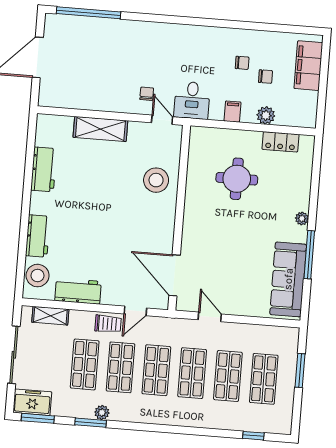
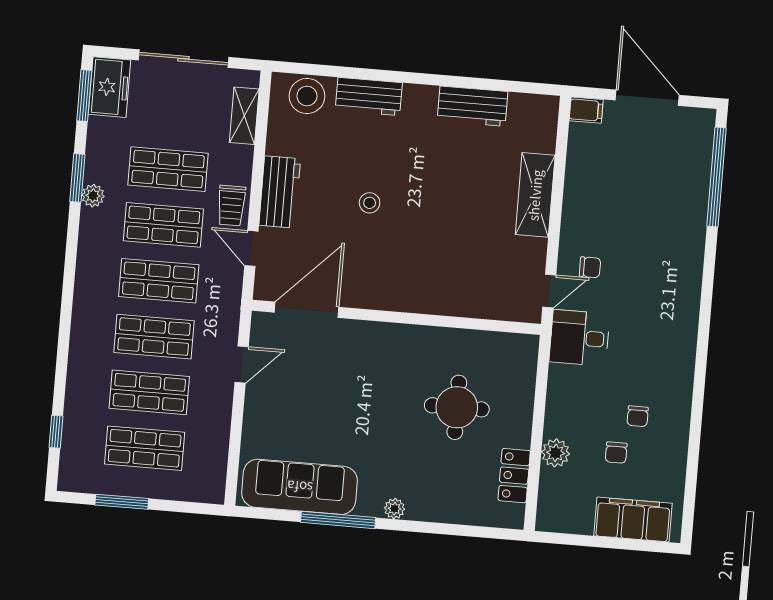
filing cabinet: (233, 112) -> (586, 110), moved
stool: (156, 180) -> (370, 203), moved, width x0.53, depth x0.53
workbench: (78, 291) -> (280, 192), moved
window: (300, 371) -> (122, 502), moved

